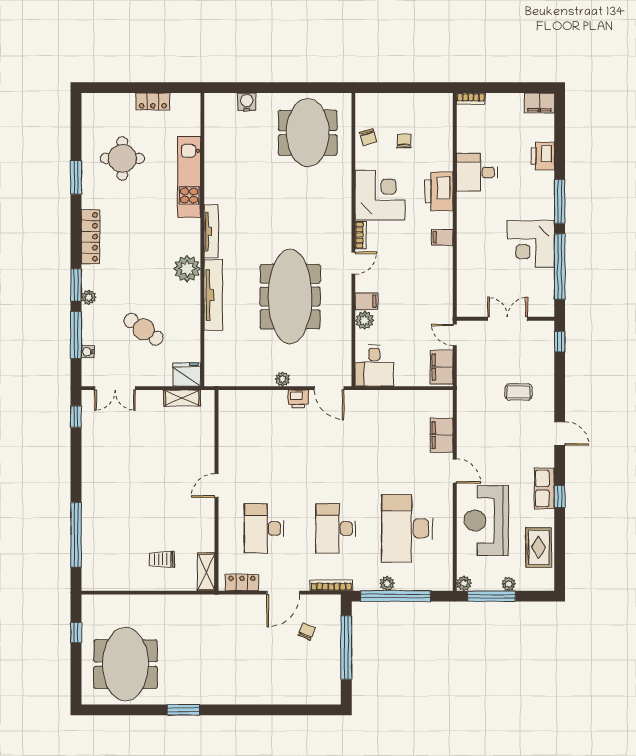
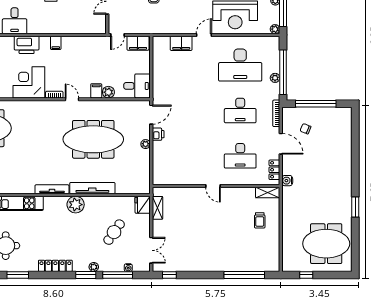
water cooler: (225, 603) -> (287, 181), added

